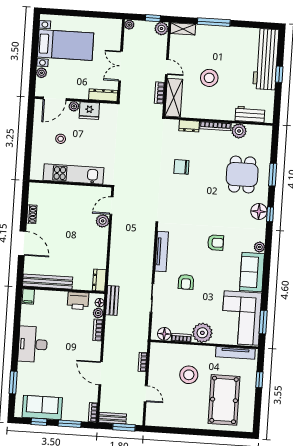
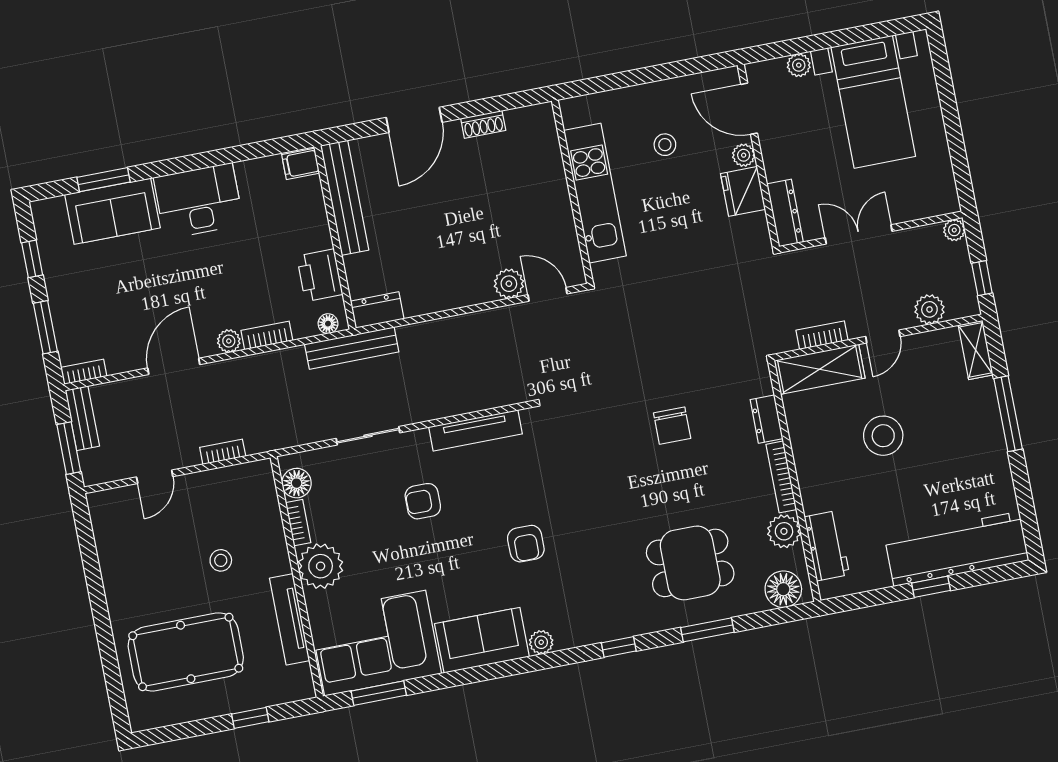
plant: (161, 29) -> (929, 309), moved
chair: (181, 167) -> (672, 426), turned 180
floor lamp: (259, 211) -> (783, 589), moved
bench: (112, 301) -> (352, 348), width x1.36
plant: (98, 313) -> (229, 341), moved
tv unit: (235, 353) -> (290, 619), moved
stool: (189, 375) -> (221, 560), width x0.53, depth x0.53
sofa: (42, 408) -> (112, 211), moved, turned 90

